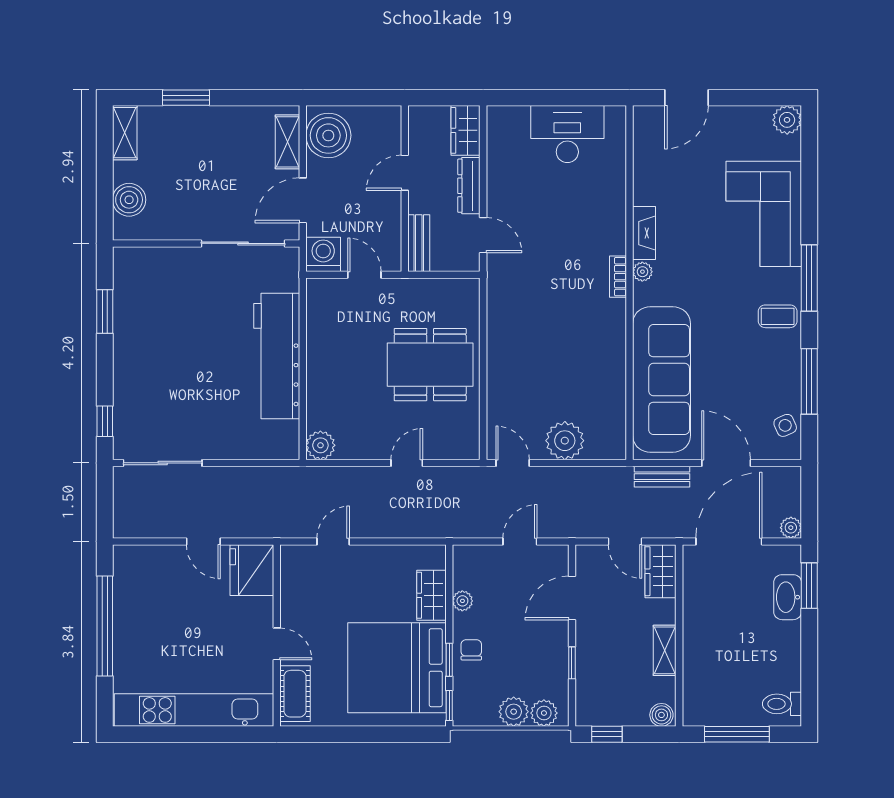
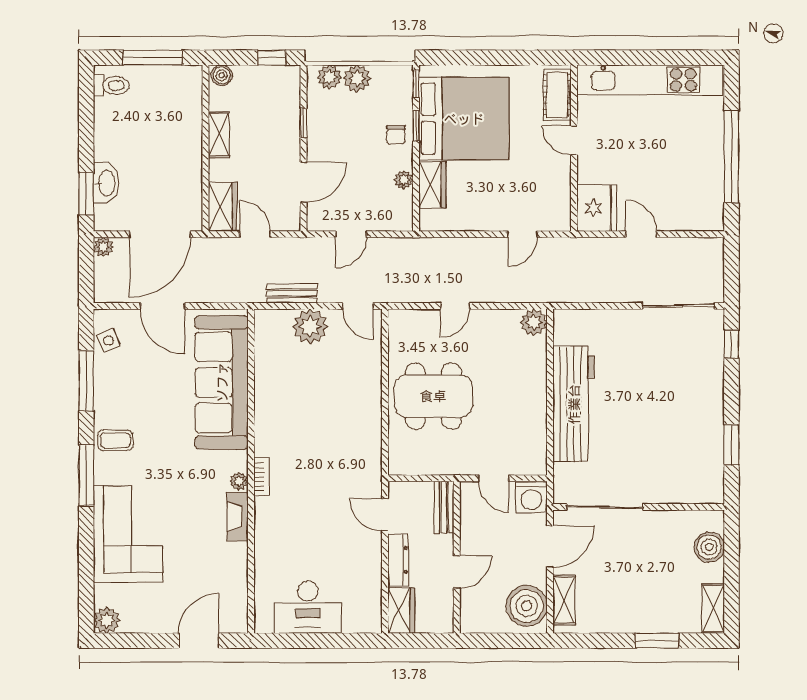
bench: (662, 477) -> (292, 293), moved

